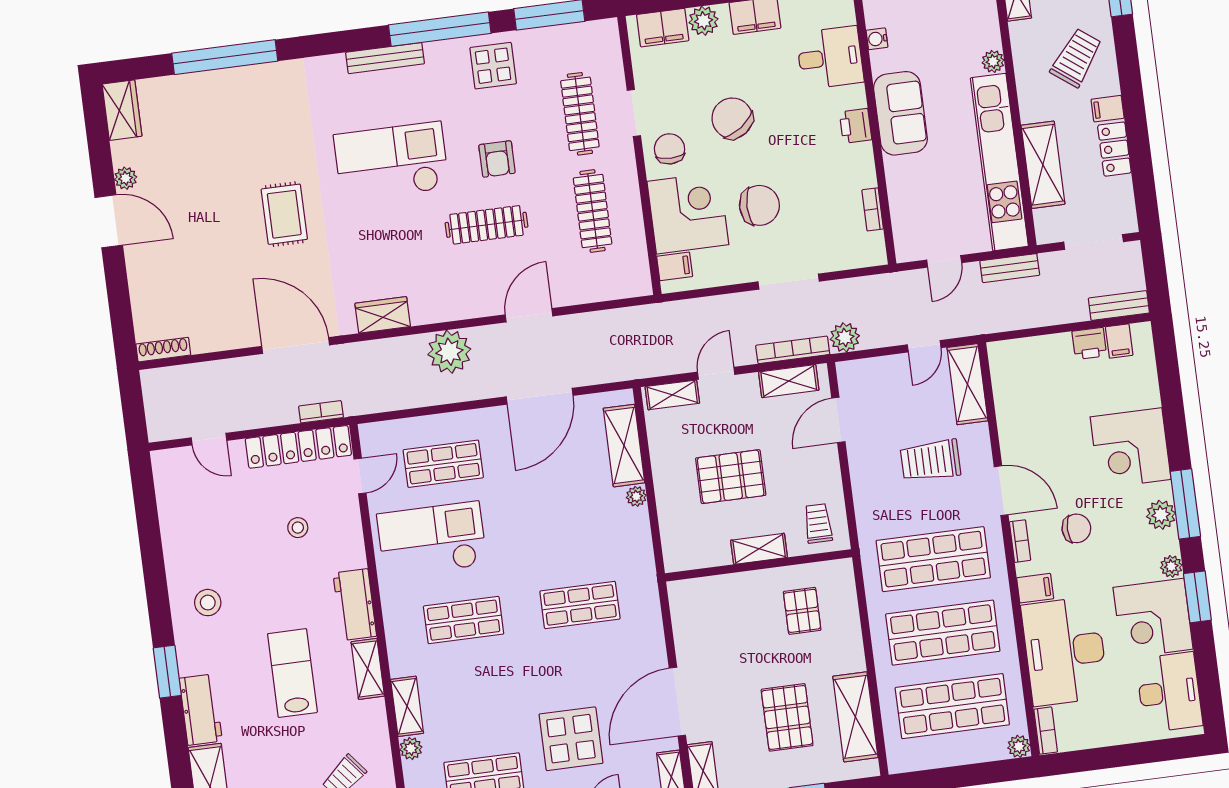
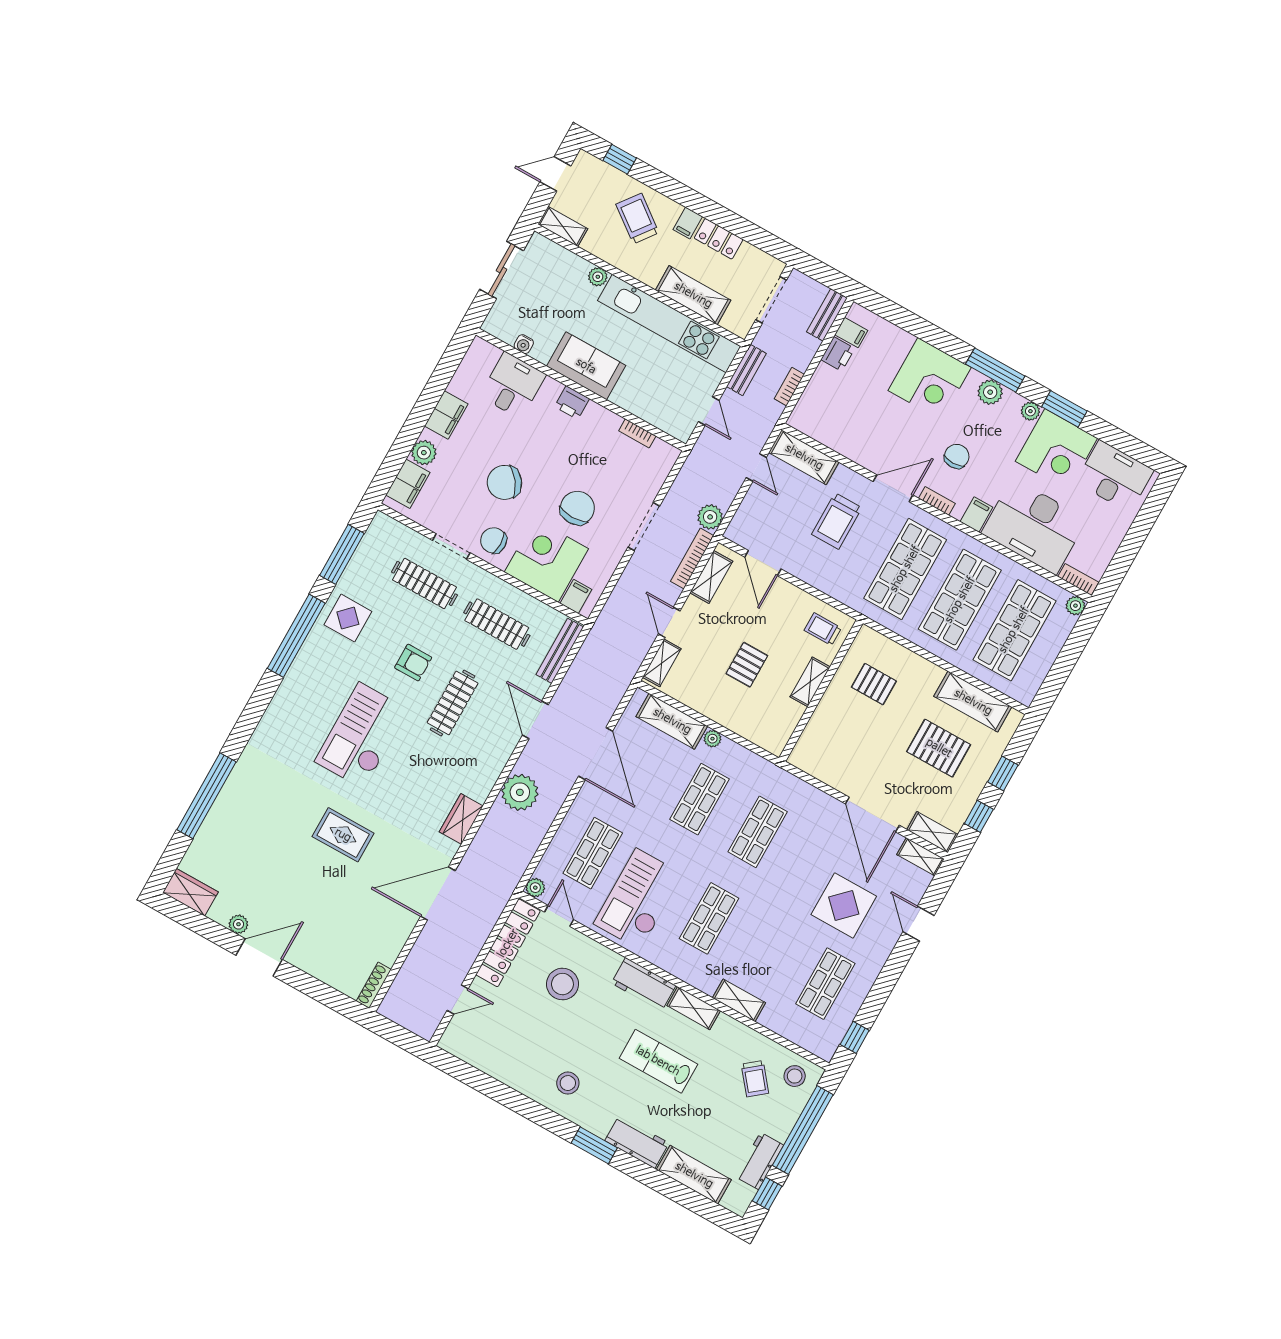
bench: (385, 58) -> (560, 651), moved
bookcase: (321, 412) -> (789, 387), moved
pallet: (731, 477) -> (747, 665), width x0.67, depth x0.71
shop shelf: (570, 527) -> (699, 799), added
stool: (298, 528) -> (562, 984), width x1.89, depth x1.89
plant: (411, 748) -> (535, 888), moved

